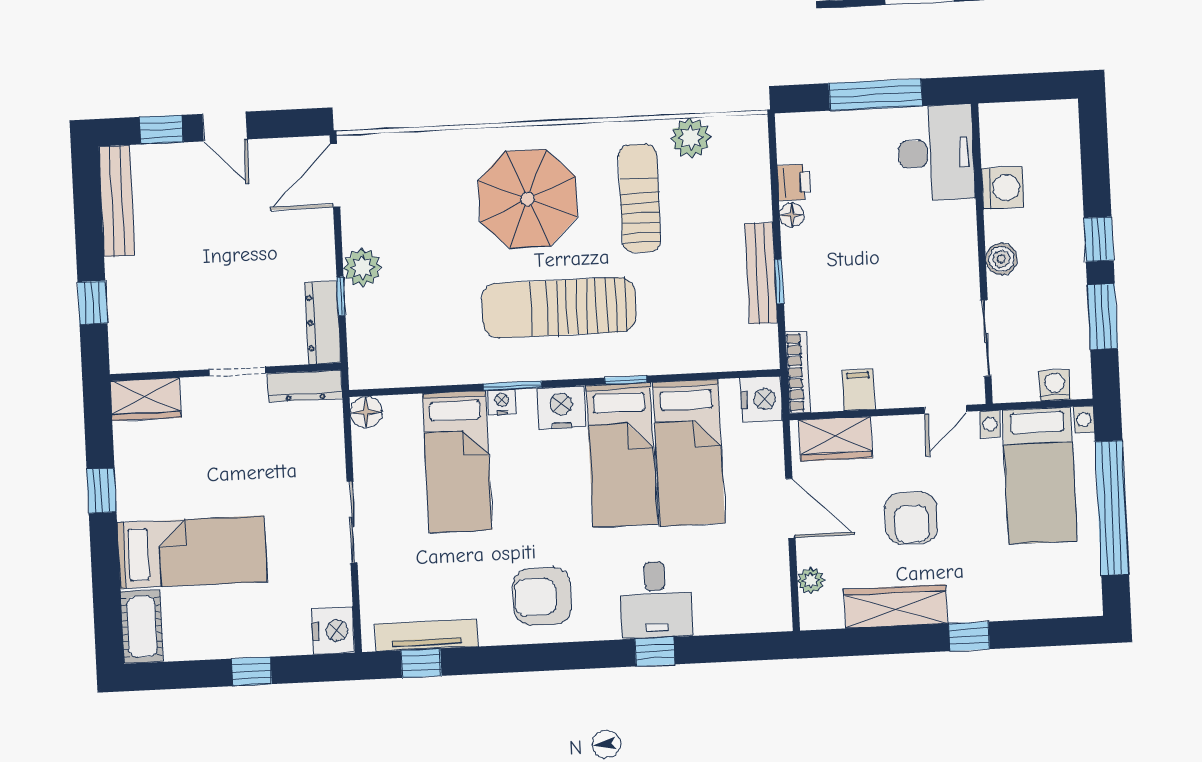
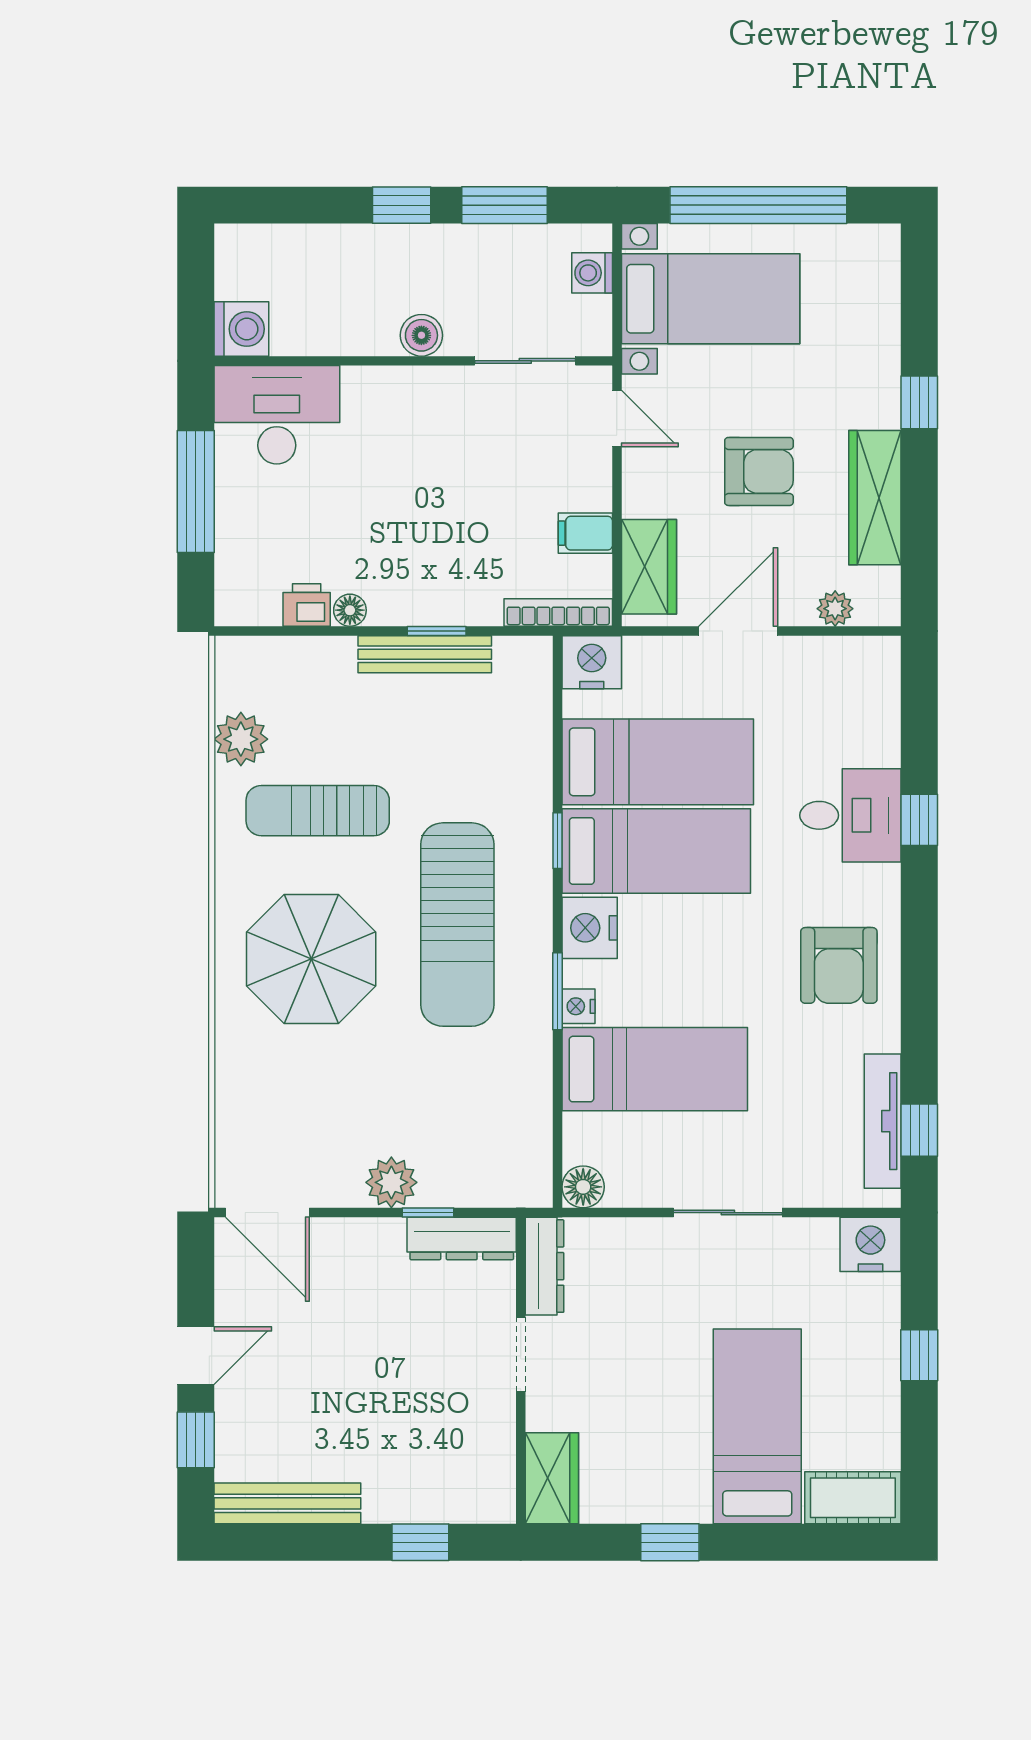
washing machine: (1003, 188) -> (241, 329), moved, turned 90

